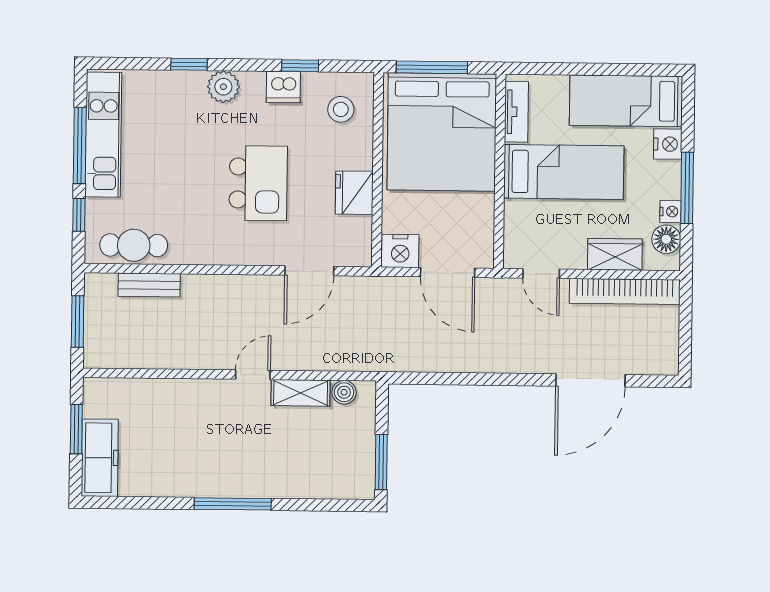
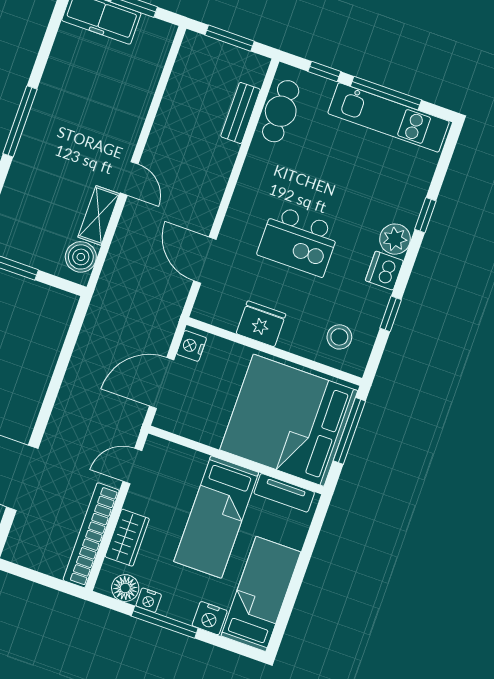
dishwasher: (283, 87) -> (384, 271), moved
nightstand: (400, 251) -> (191, 346), width x0.74, depth x0.75
boiler: (344, 392) -> (81, 257), width x1.36, depth x1.36

